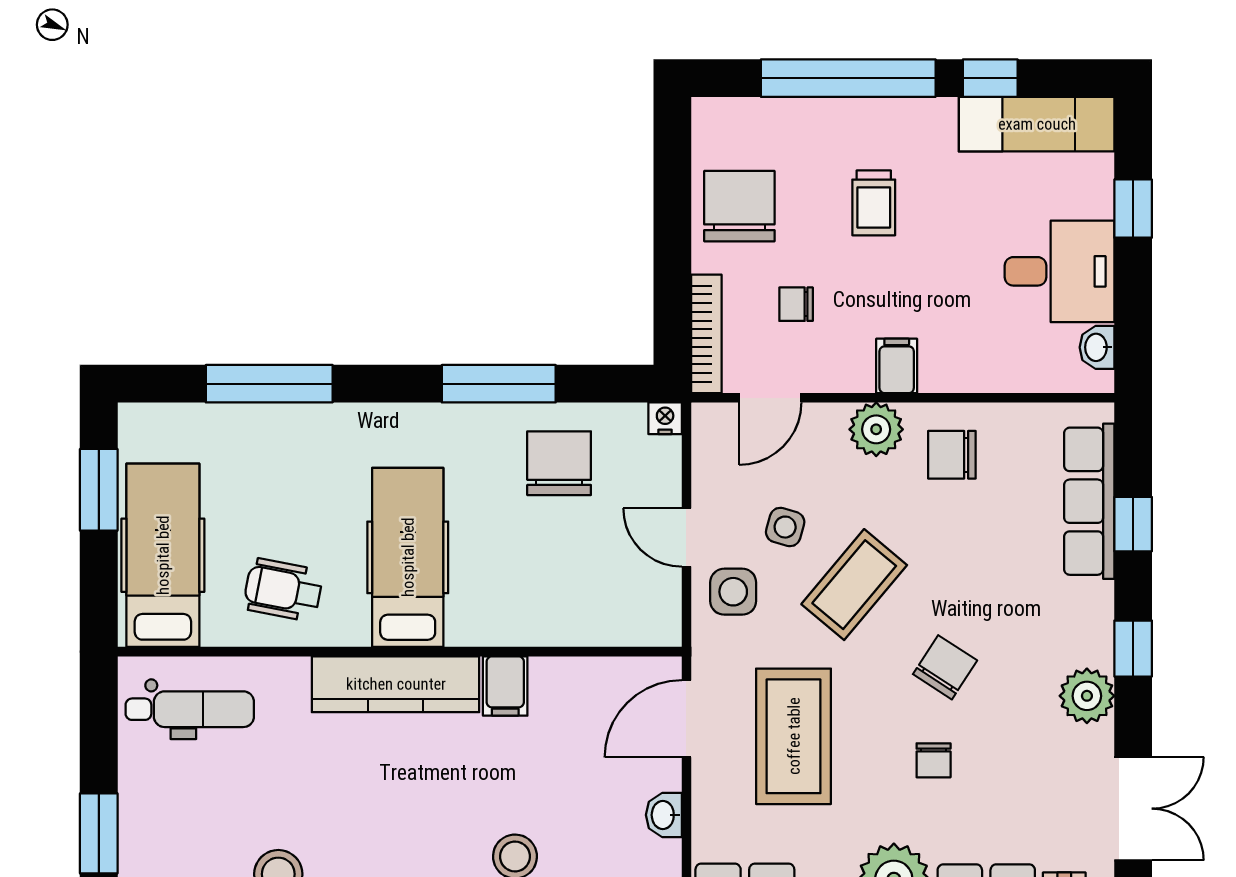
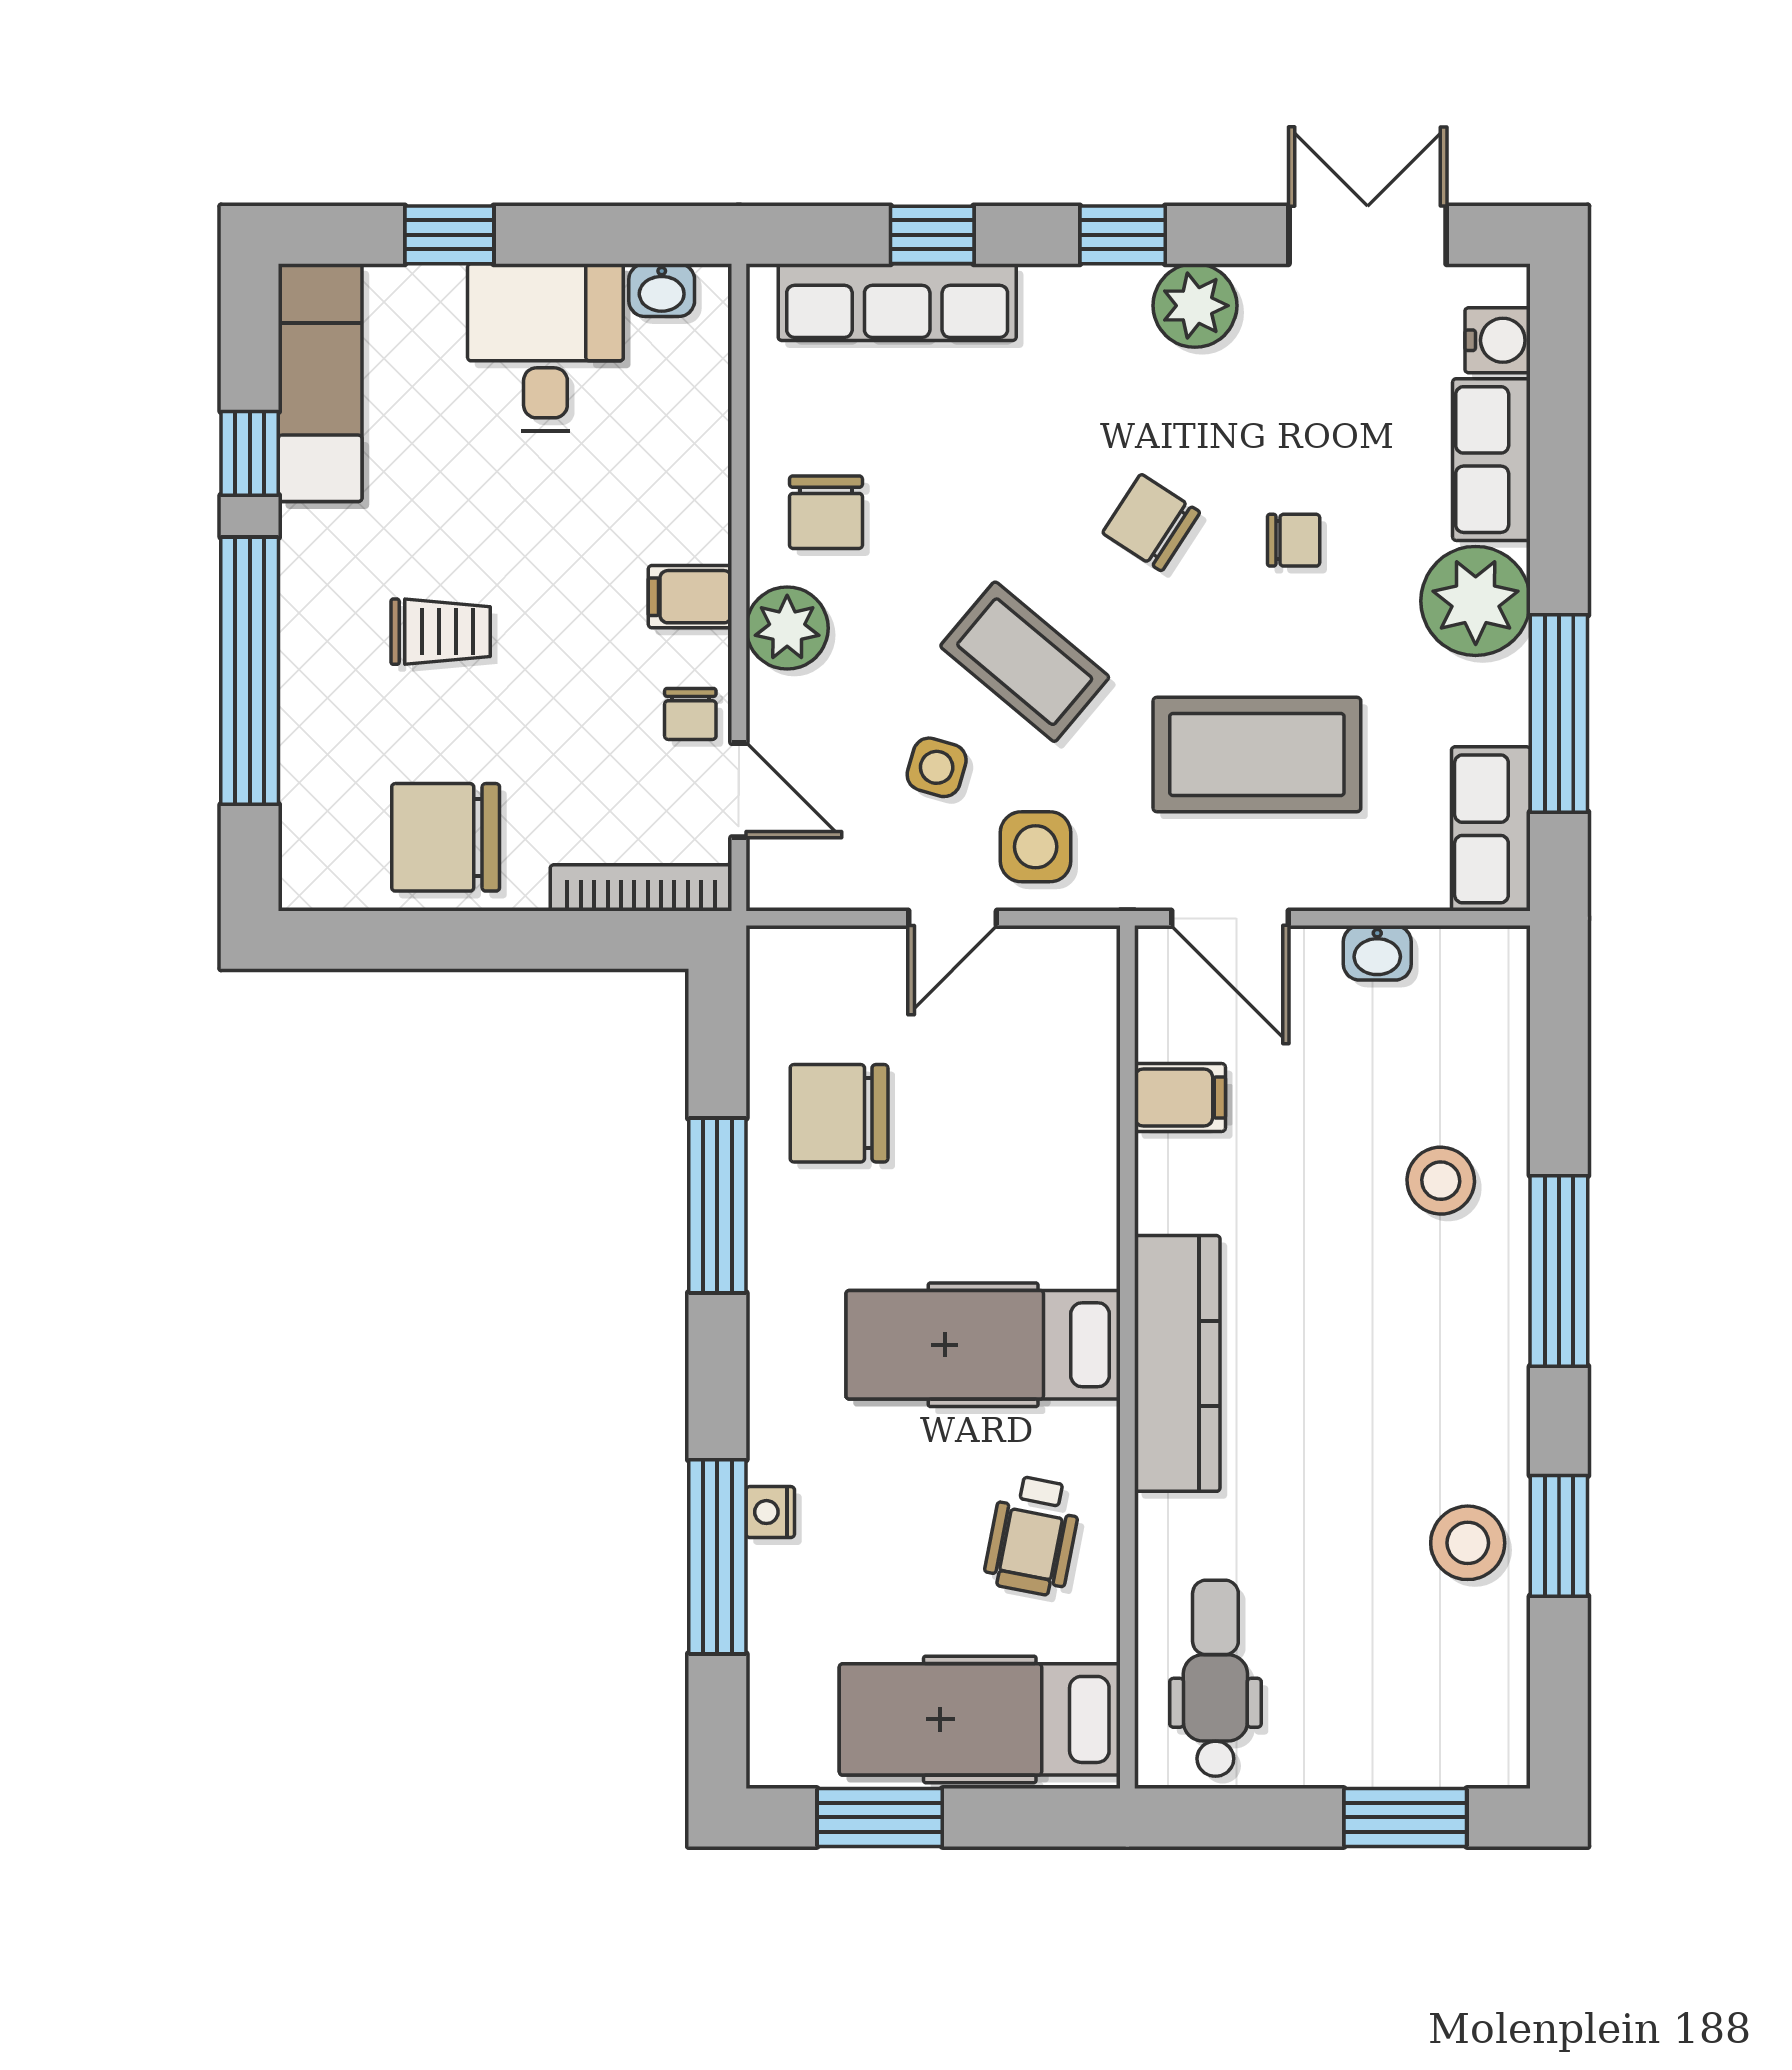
chair: (796, 304) -> (690, 714), moved
nightstand: (665, 418) -> (770, 1512), moved
filing cabinet: (505, 686) -> (1180, 1098), moved

